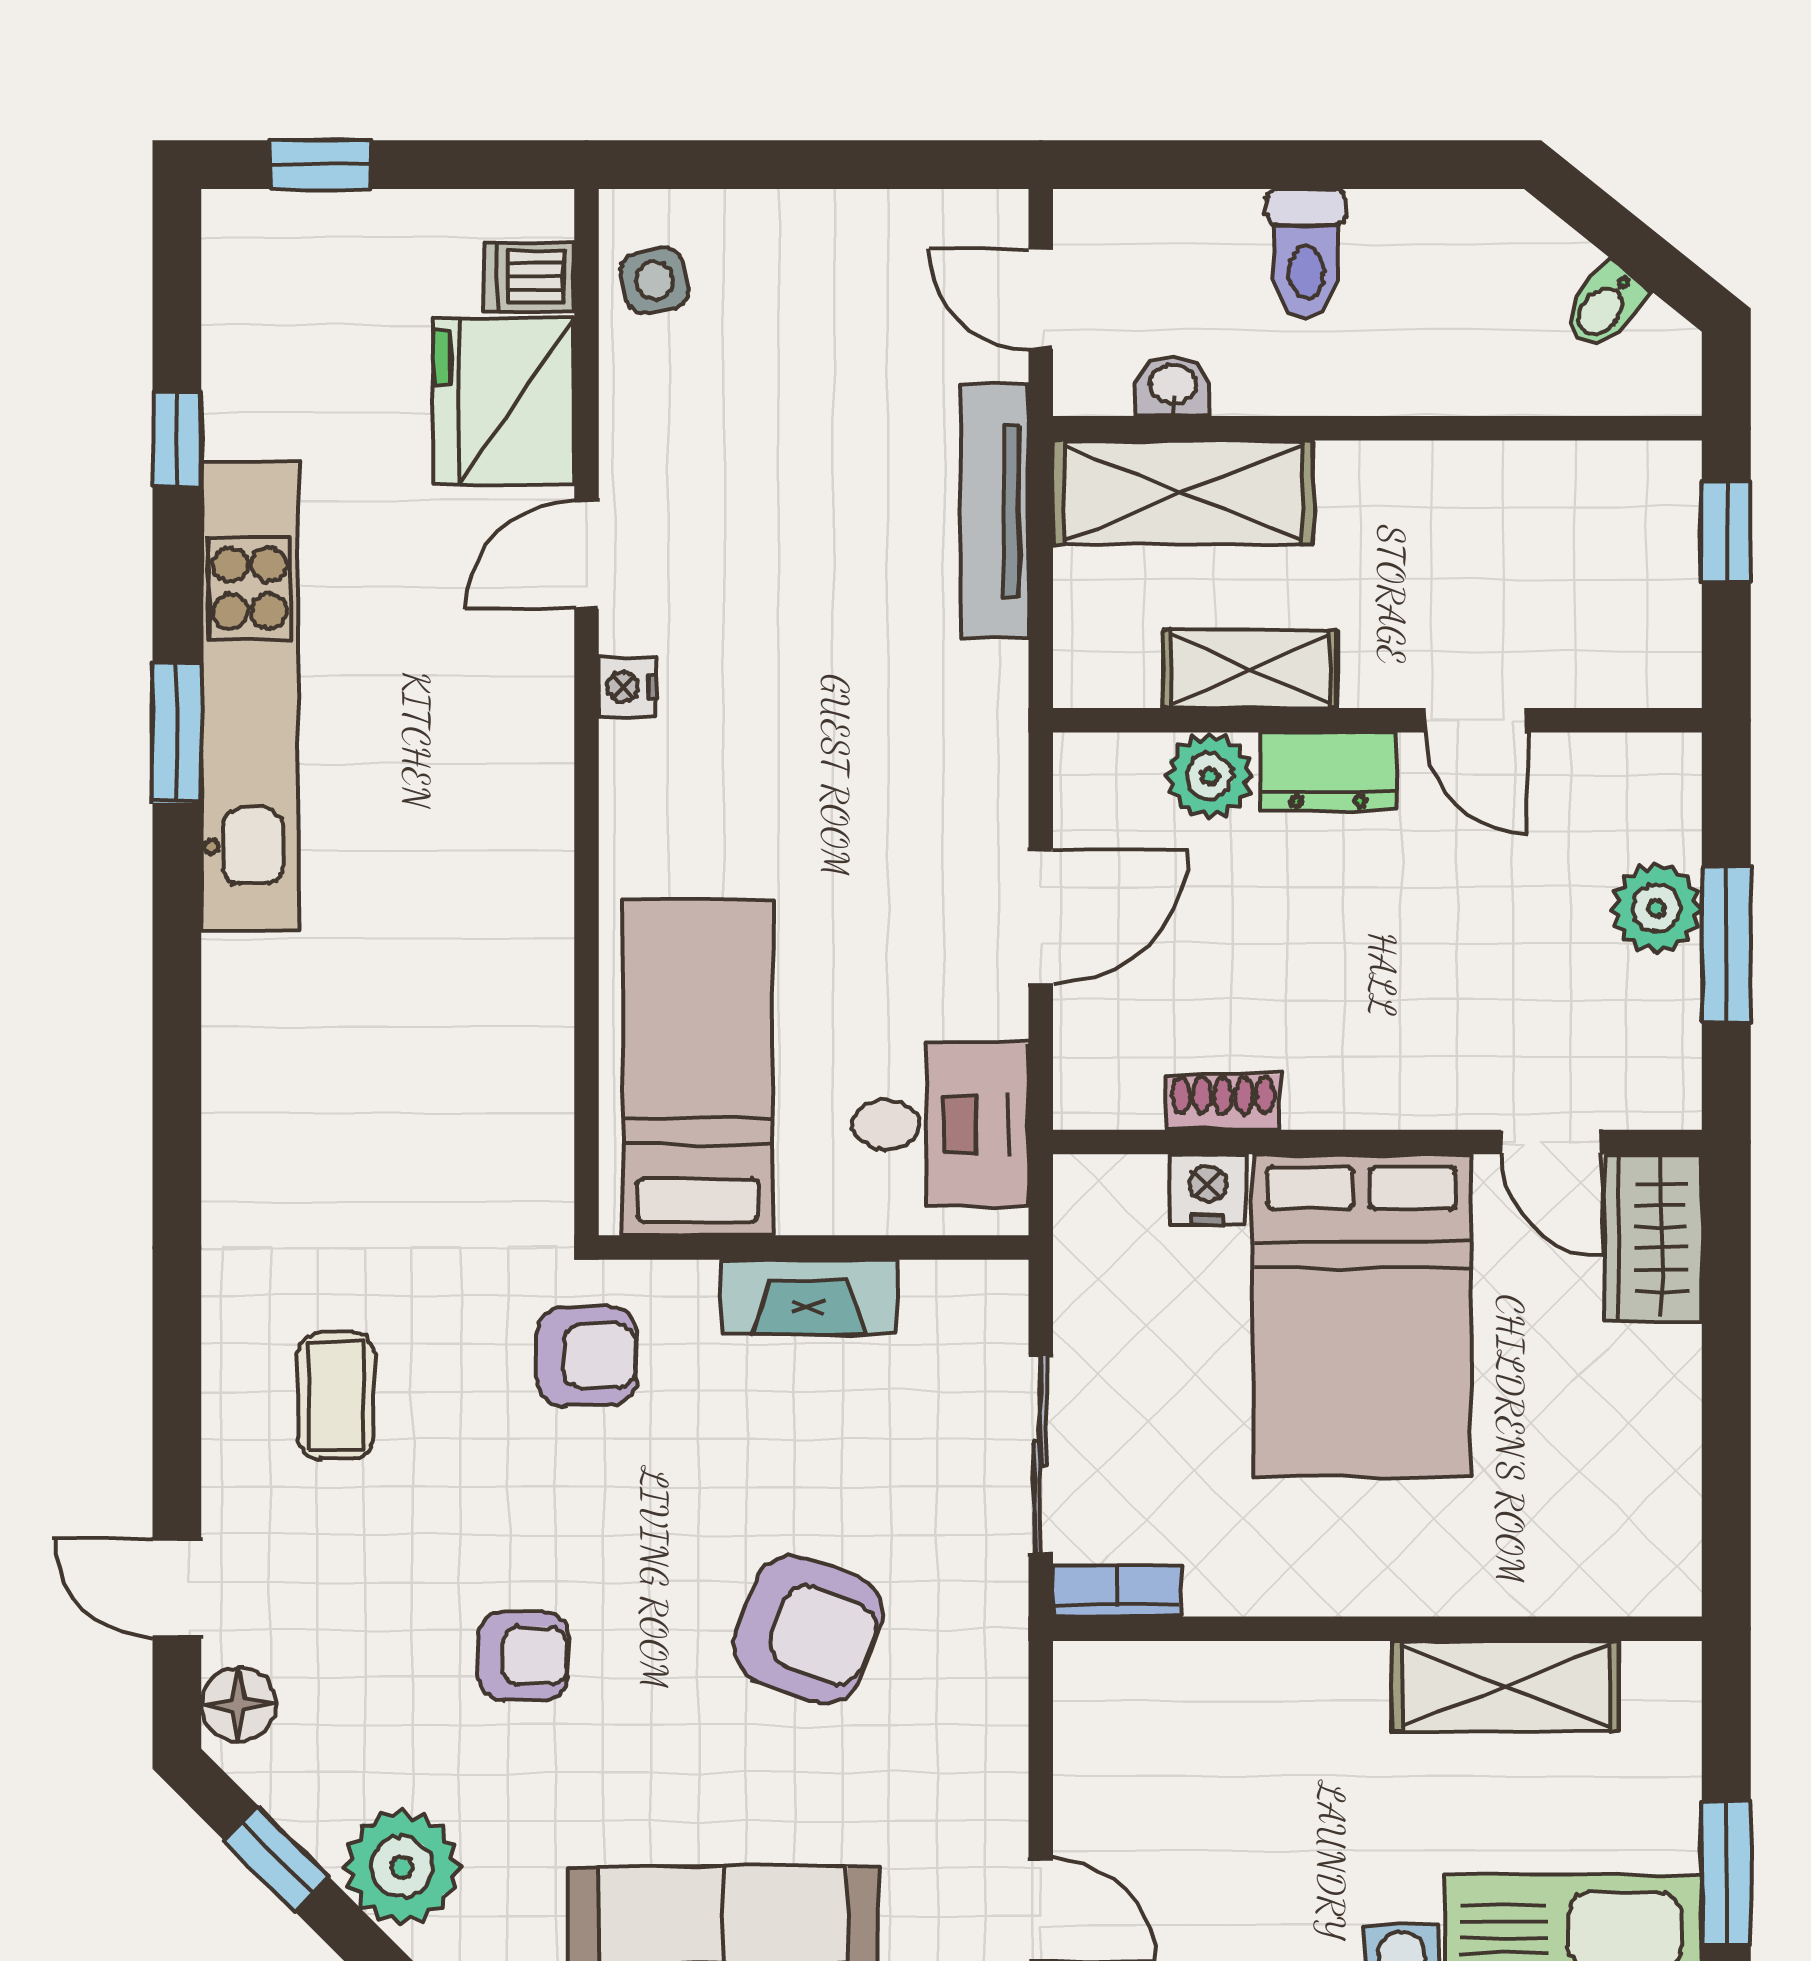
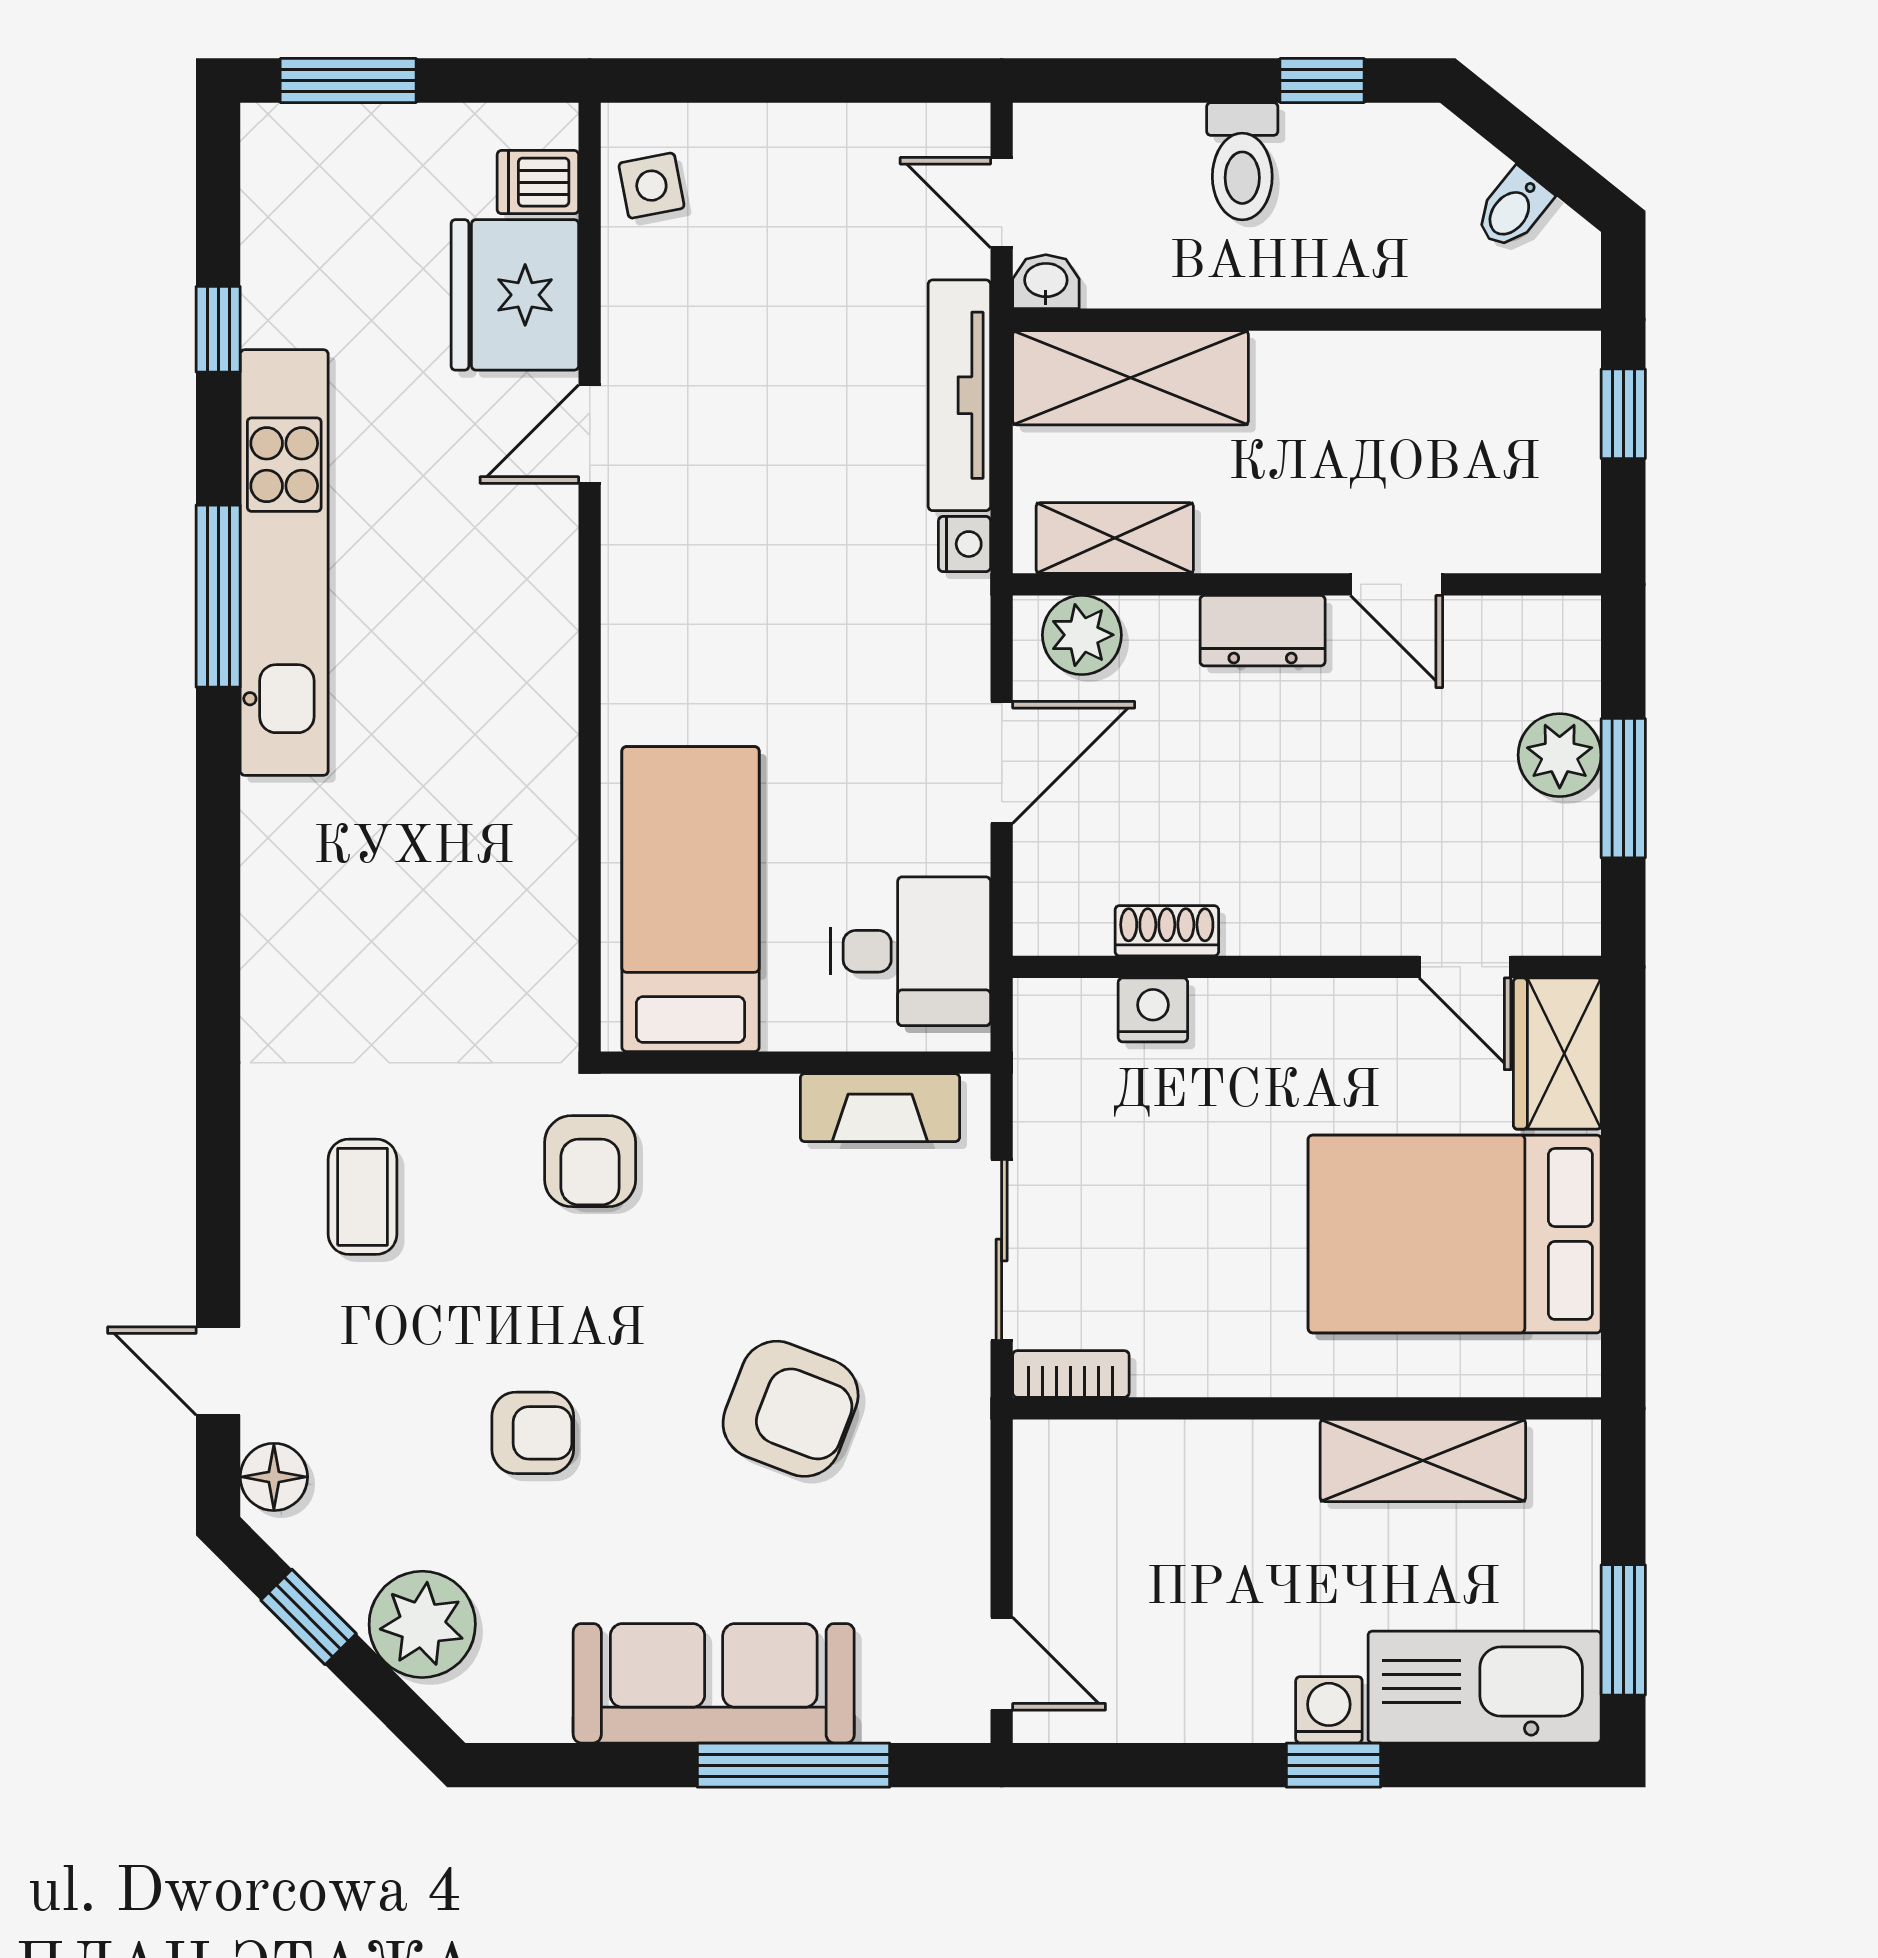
window: (320, 165) -> (348, 81), width x1.50
window: (1394, 165) -> (1322, 81), added
washbasin: (1173, 386) -> (1046, 282), moved
shelving: (1250, 669) -> (1115, 538), moved
nightstand: (627, 687) -> (965, 544), moved, turned 180
window: (177, 733) -> (218, 596), width x1.44
plant: (1209, 776) -> (1082, 635), moved
fireplace: (809, 1297) -> (880, 1108), moved
bed: (1361, 1316) -> (1455, 1234), moved, turned 90
armchair: (587, 1356) -> (590, 1161), turned 90

